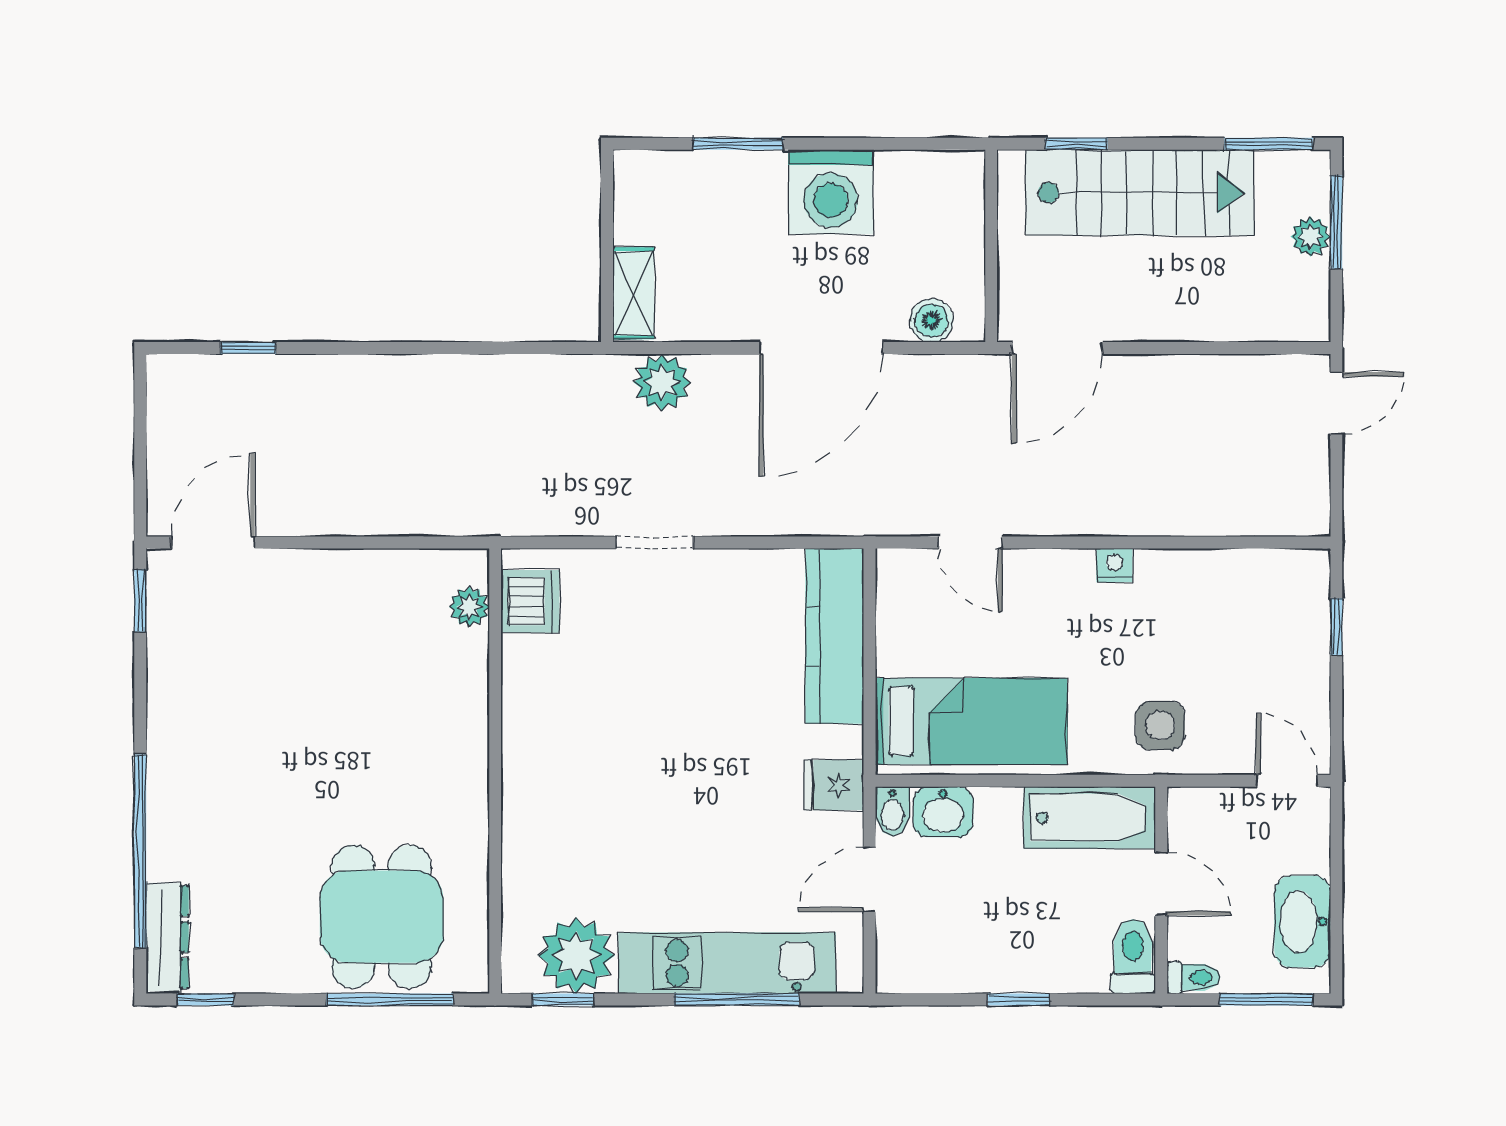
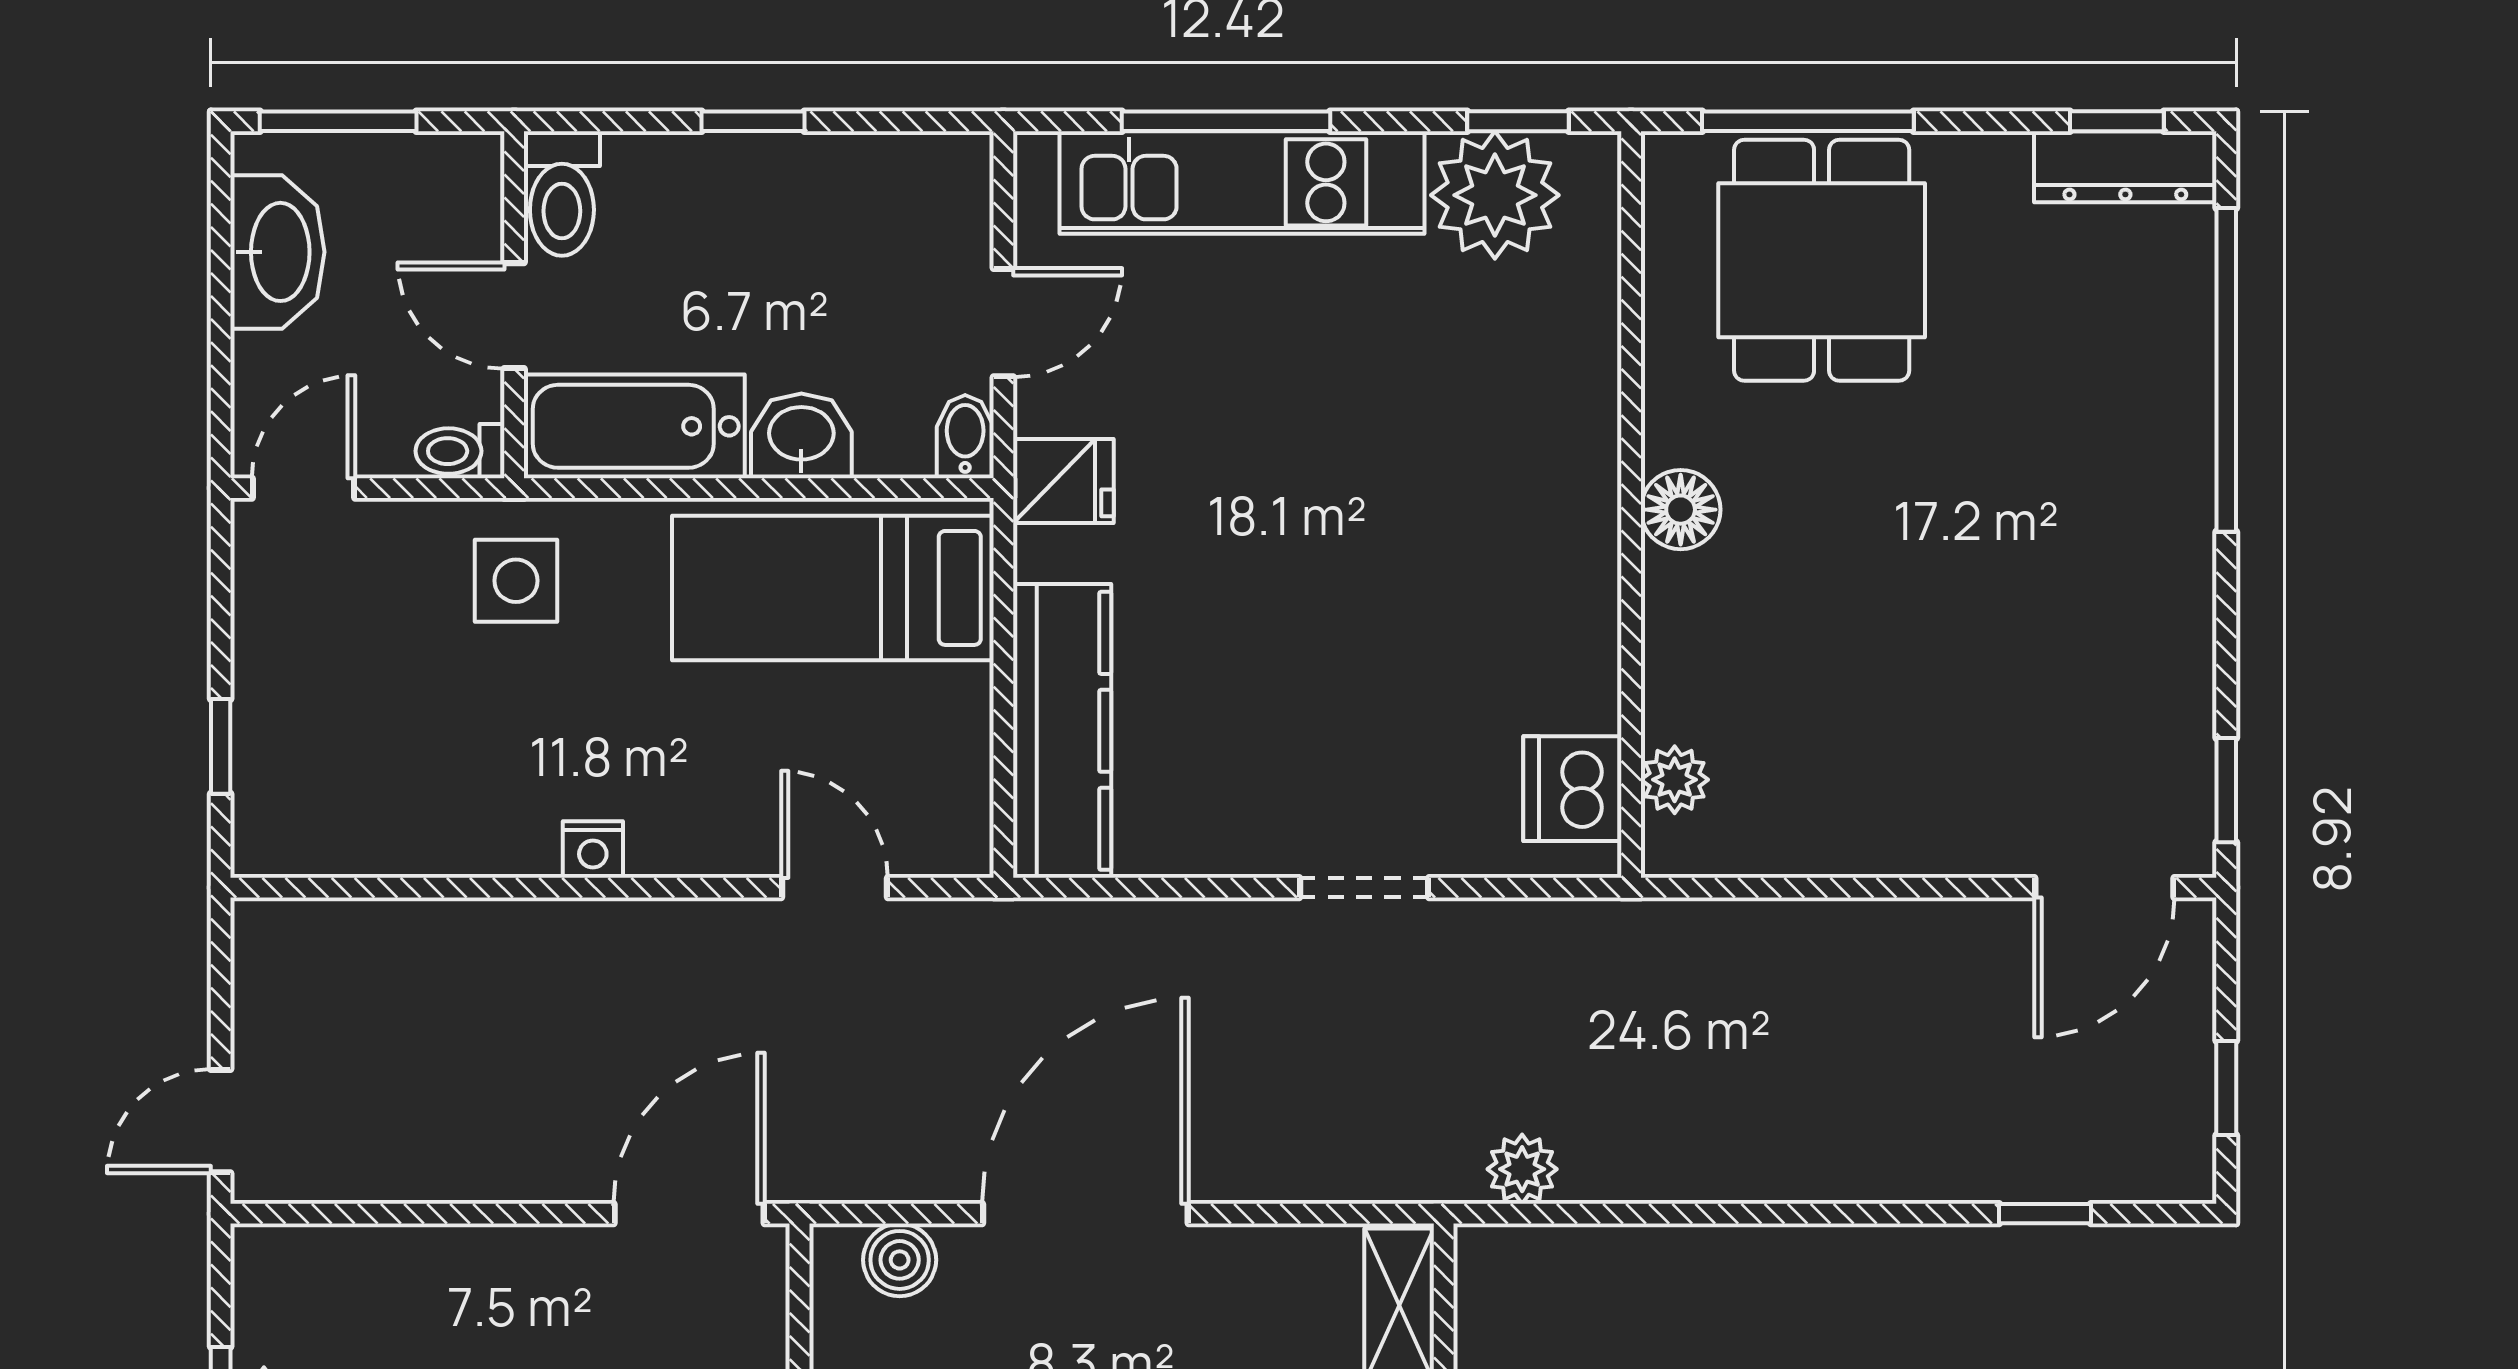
plant: (662, 382) -> (1522, 1169), moved, width x0.73, depth x0.73
window: (140, 423) -> (2226, 1088), added
floor lamp: (466, 768) -> (1681, 510), added
door: (1287, 781) -> (303, 488), swing flipped
washbasin: (943, 812) -> (801, 436), moved
dresser: (167, 937) -> (2125, 167), moved, turned -90
toilet: (1194, 977) -> (460, 451), moved

